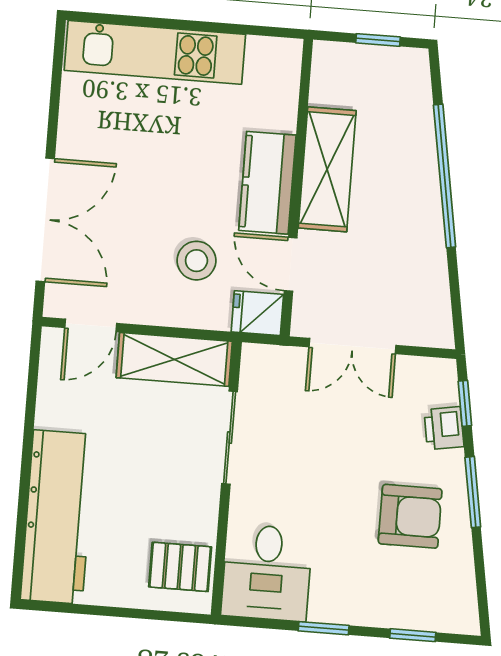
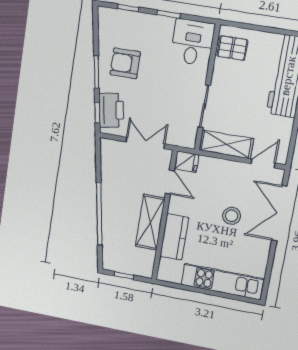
kitchen counter: (267, 183) -> (174, 237), moved
stool: (196, 261) -> (232, 216), moved
printer: (444, 428) -> (111, 110), width x1.87, depth x1.48

